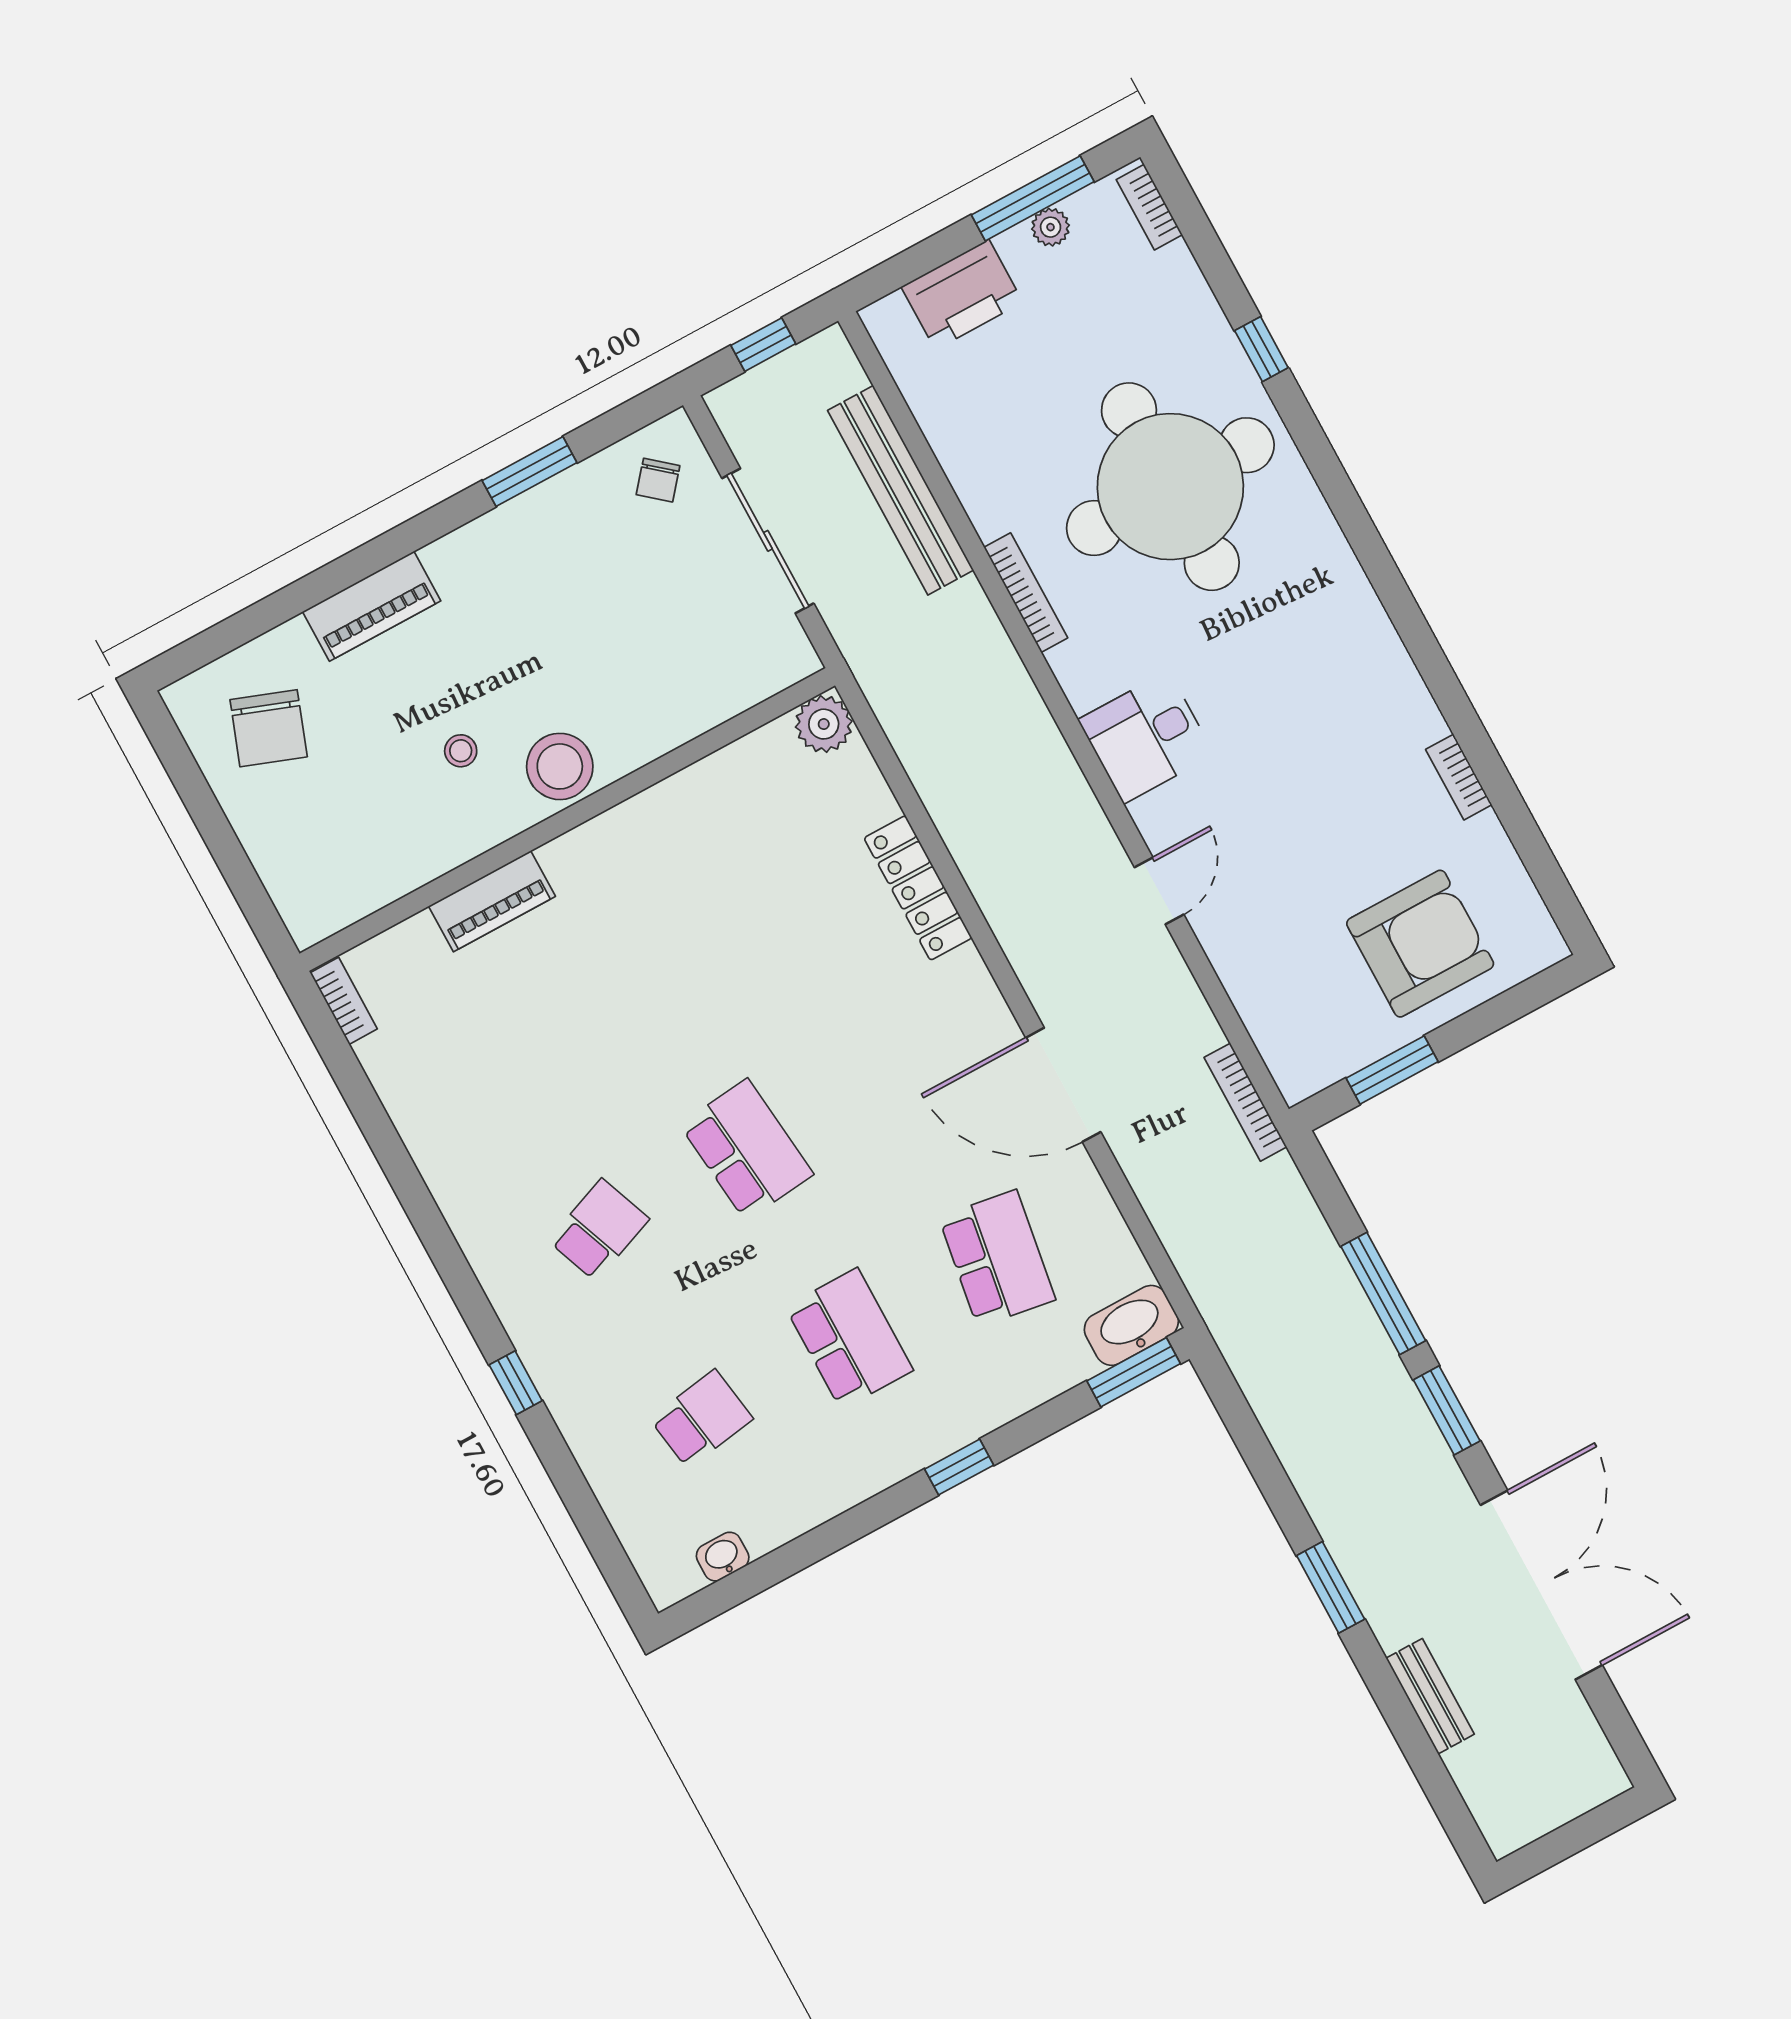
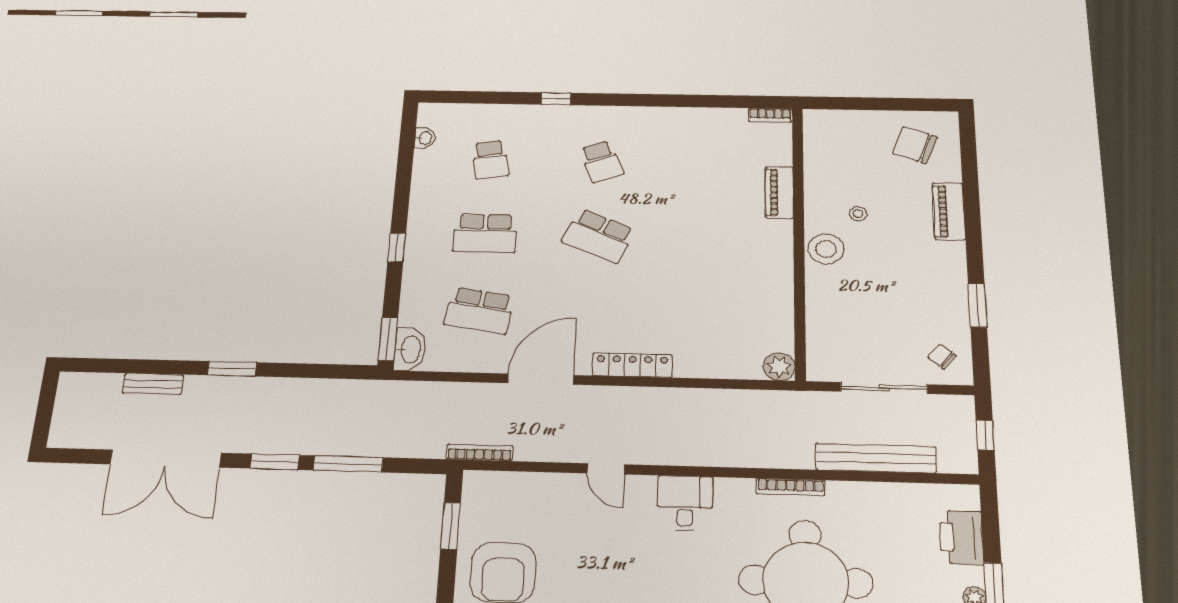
locker: (918, 888) -> (632, 365), moved
school desk: (747, 1150) -> (599, 236), turned 30

